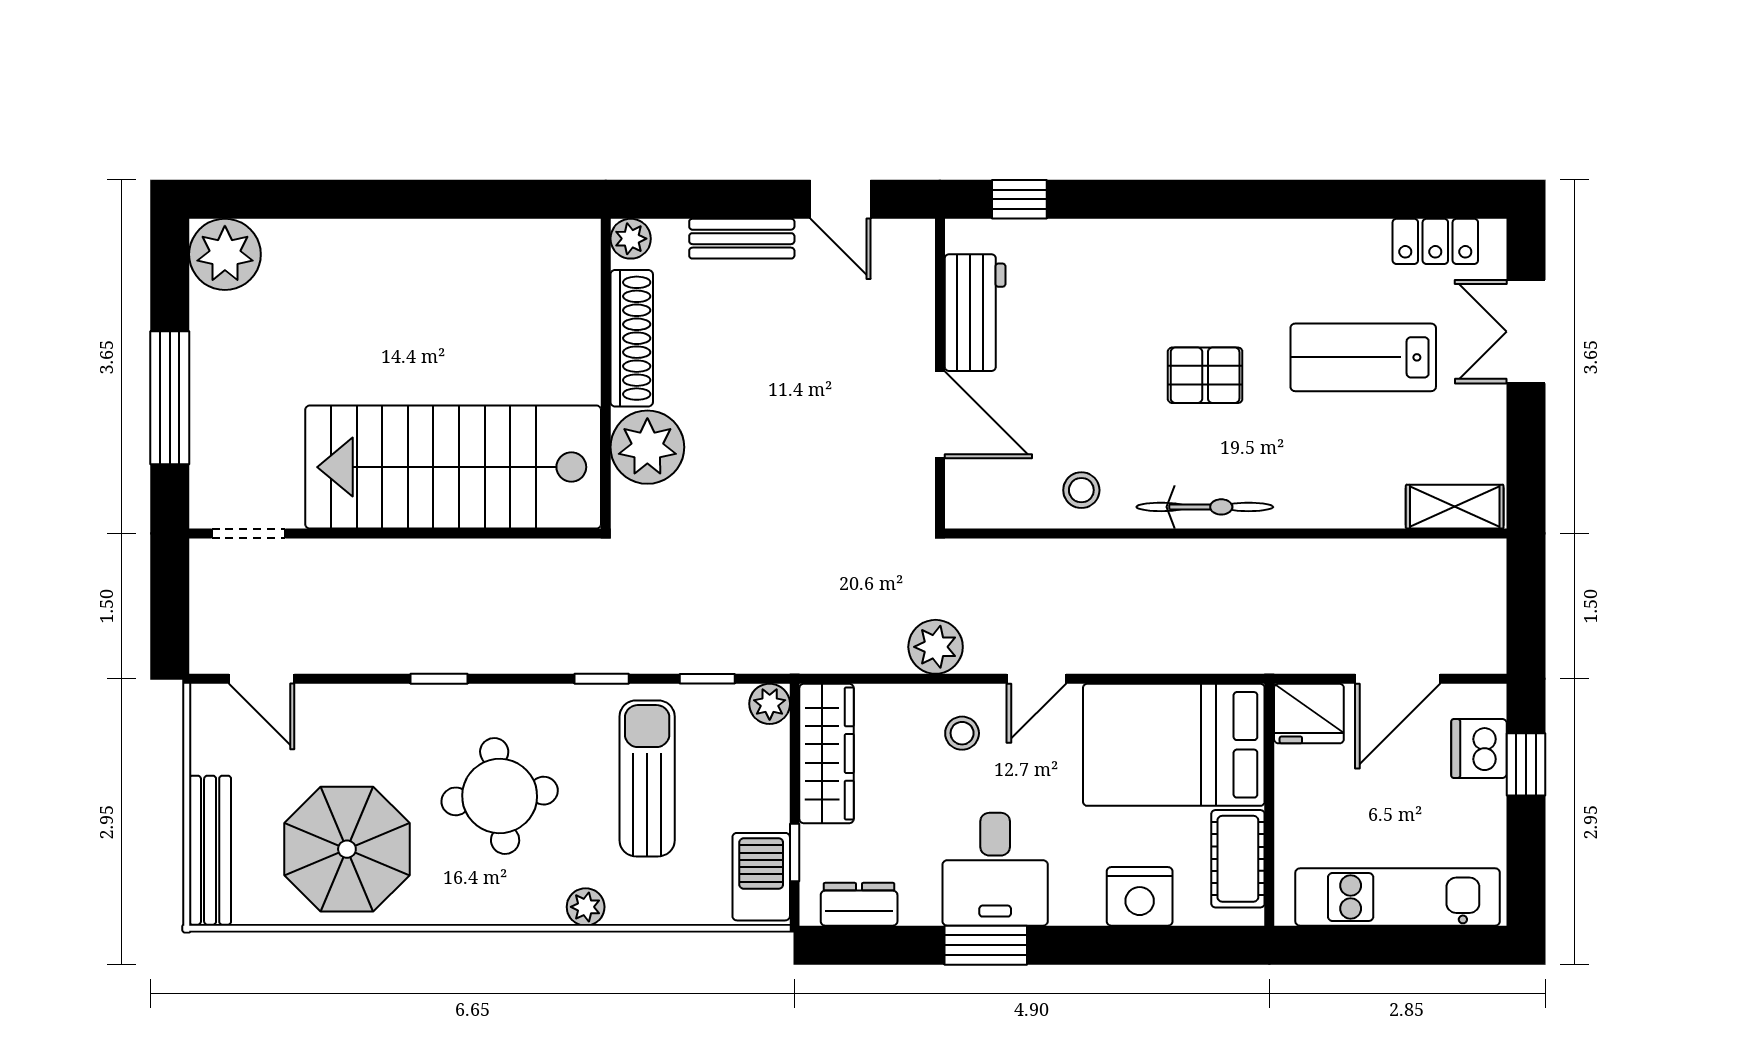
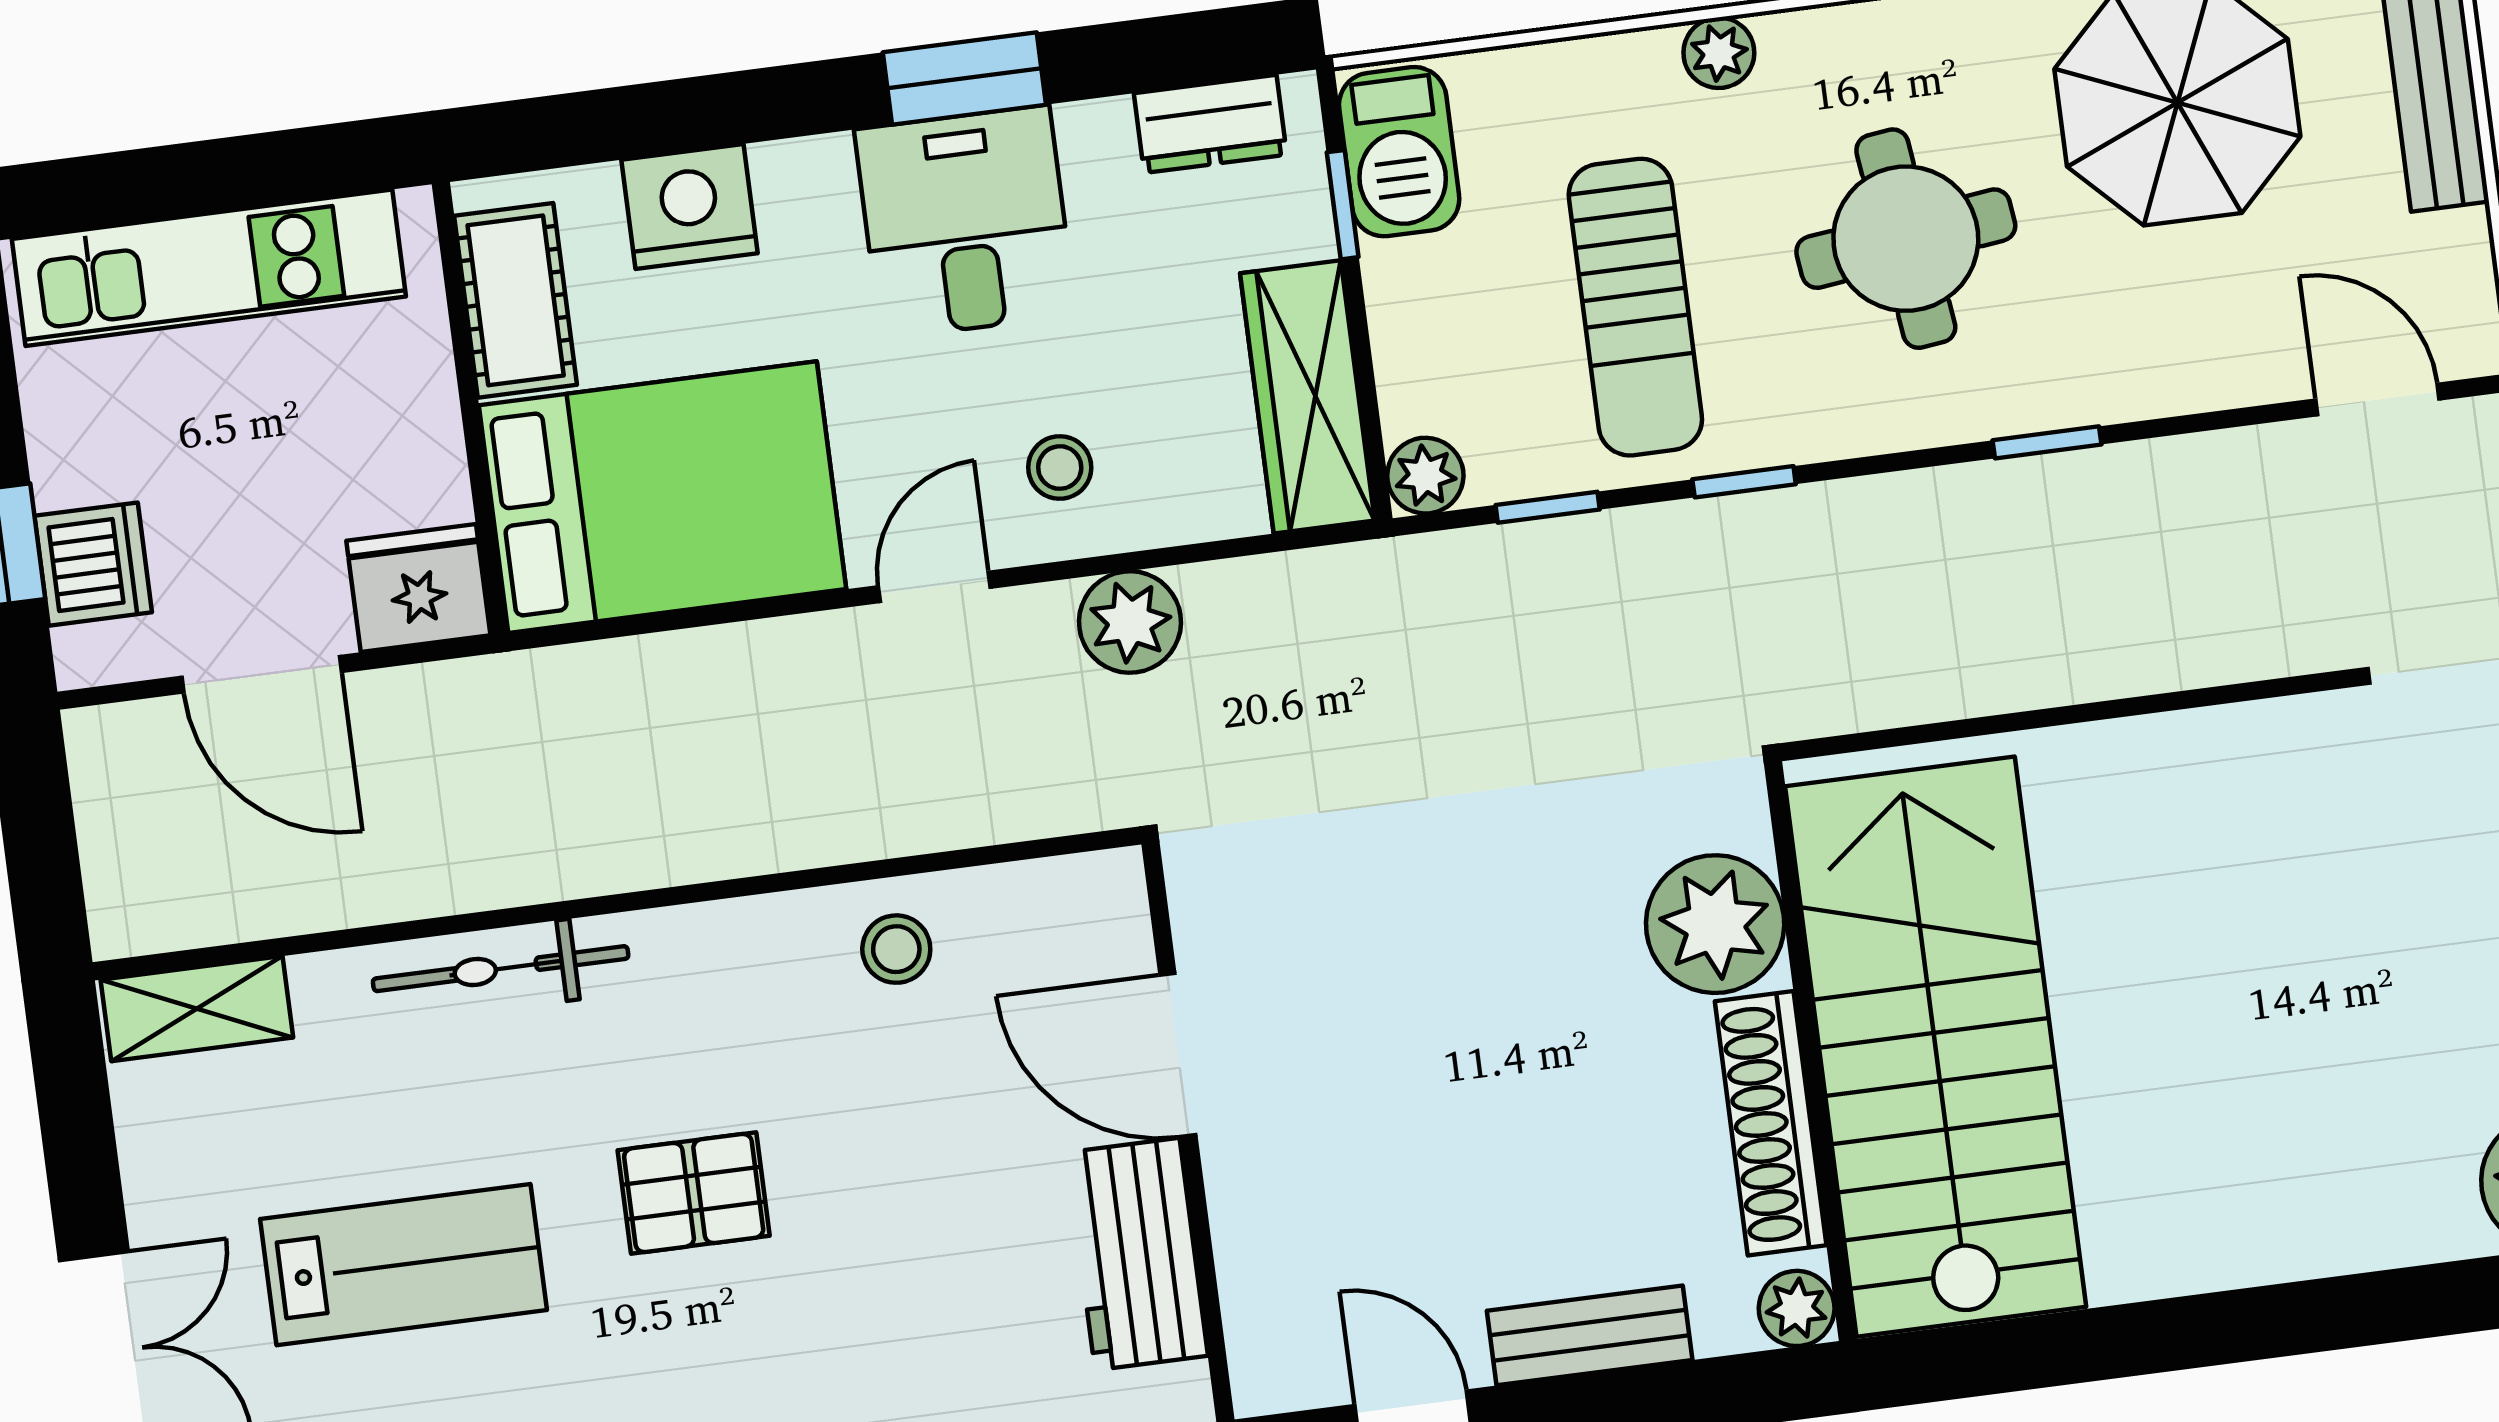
stairs: (453, 467) -> (1936, 1047), moved, turned -90
bicycle: (1205, 507) -> (501, 969), moved
door: (1398, 679) -> (262, 674), swing flipped

